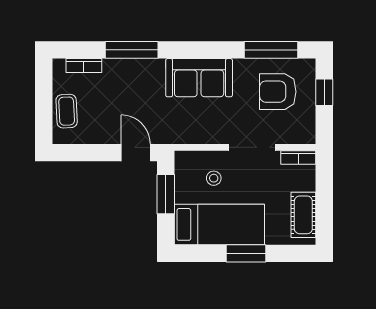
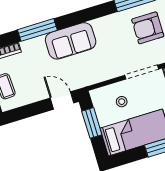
sofa: (199, 78) -> (71, 41), moved

